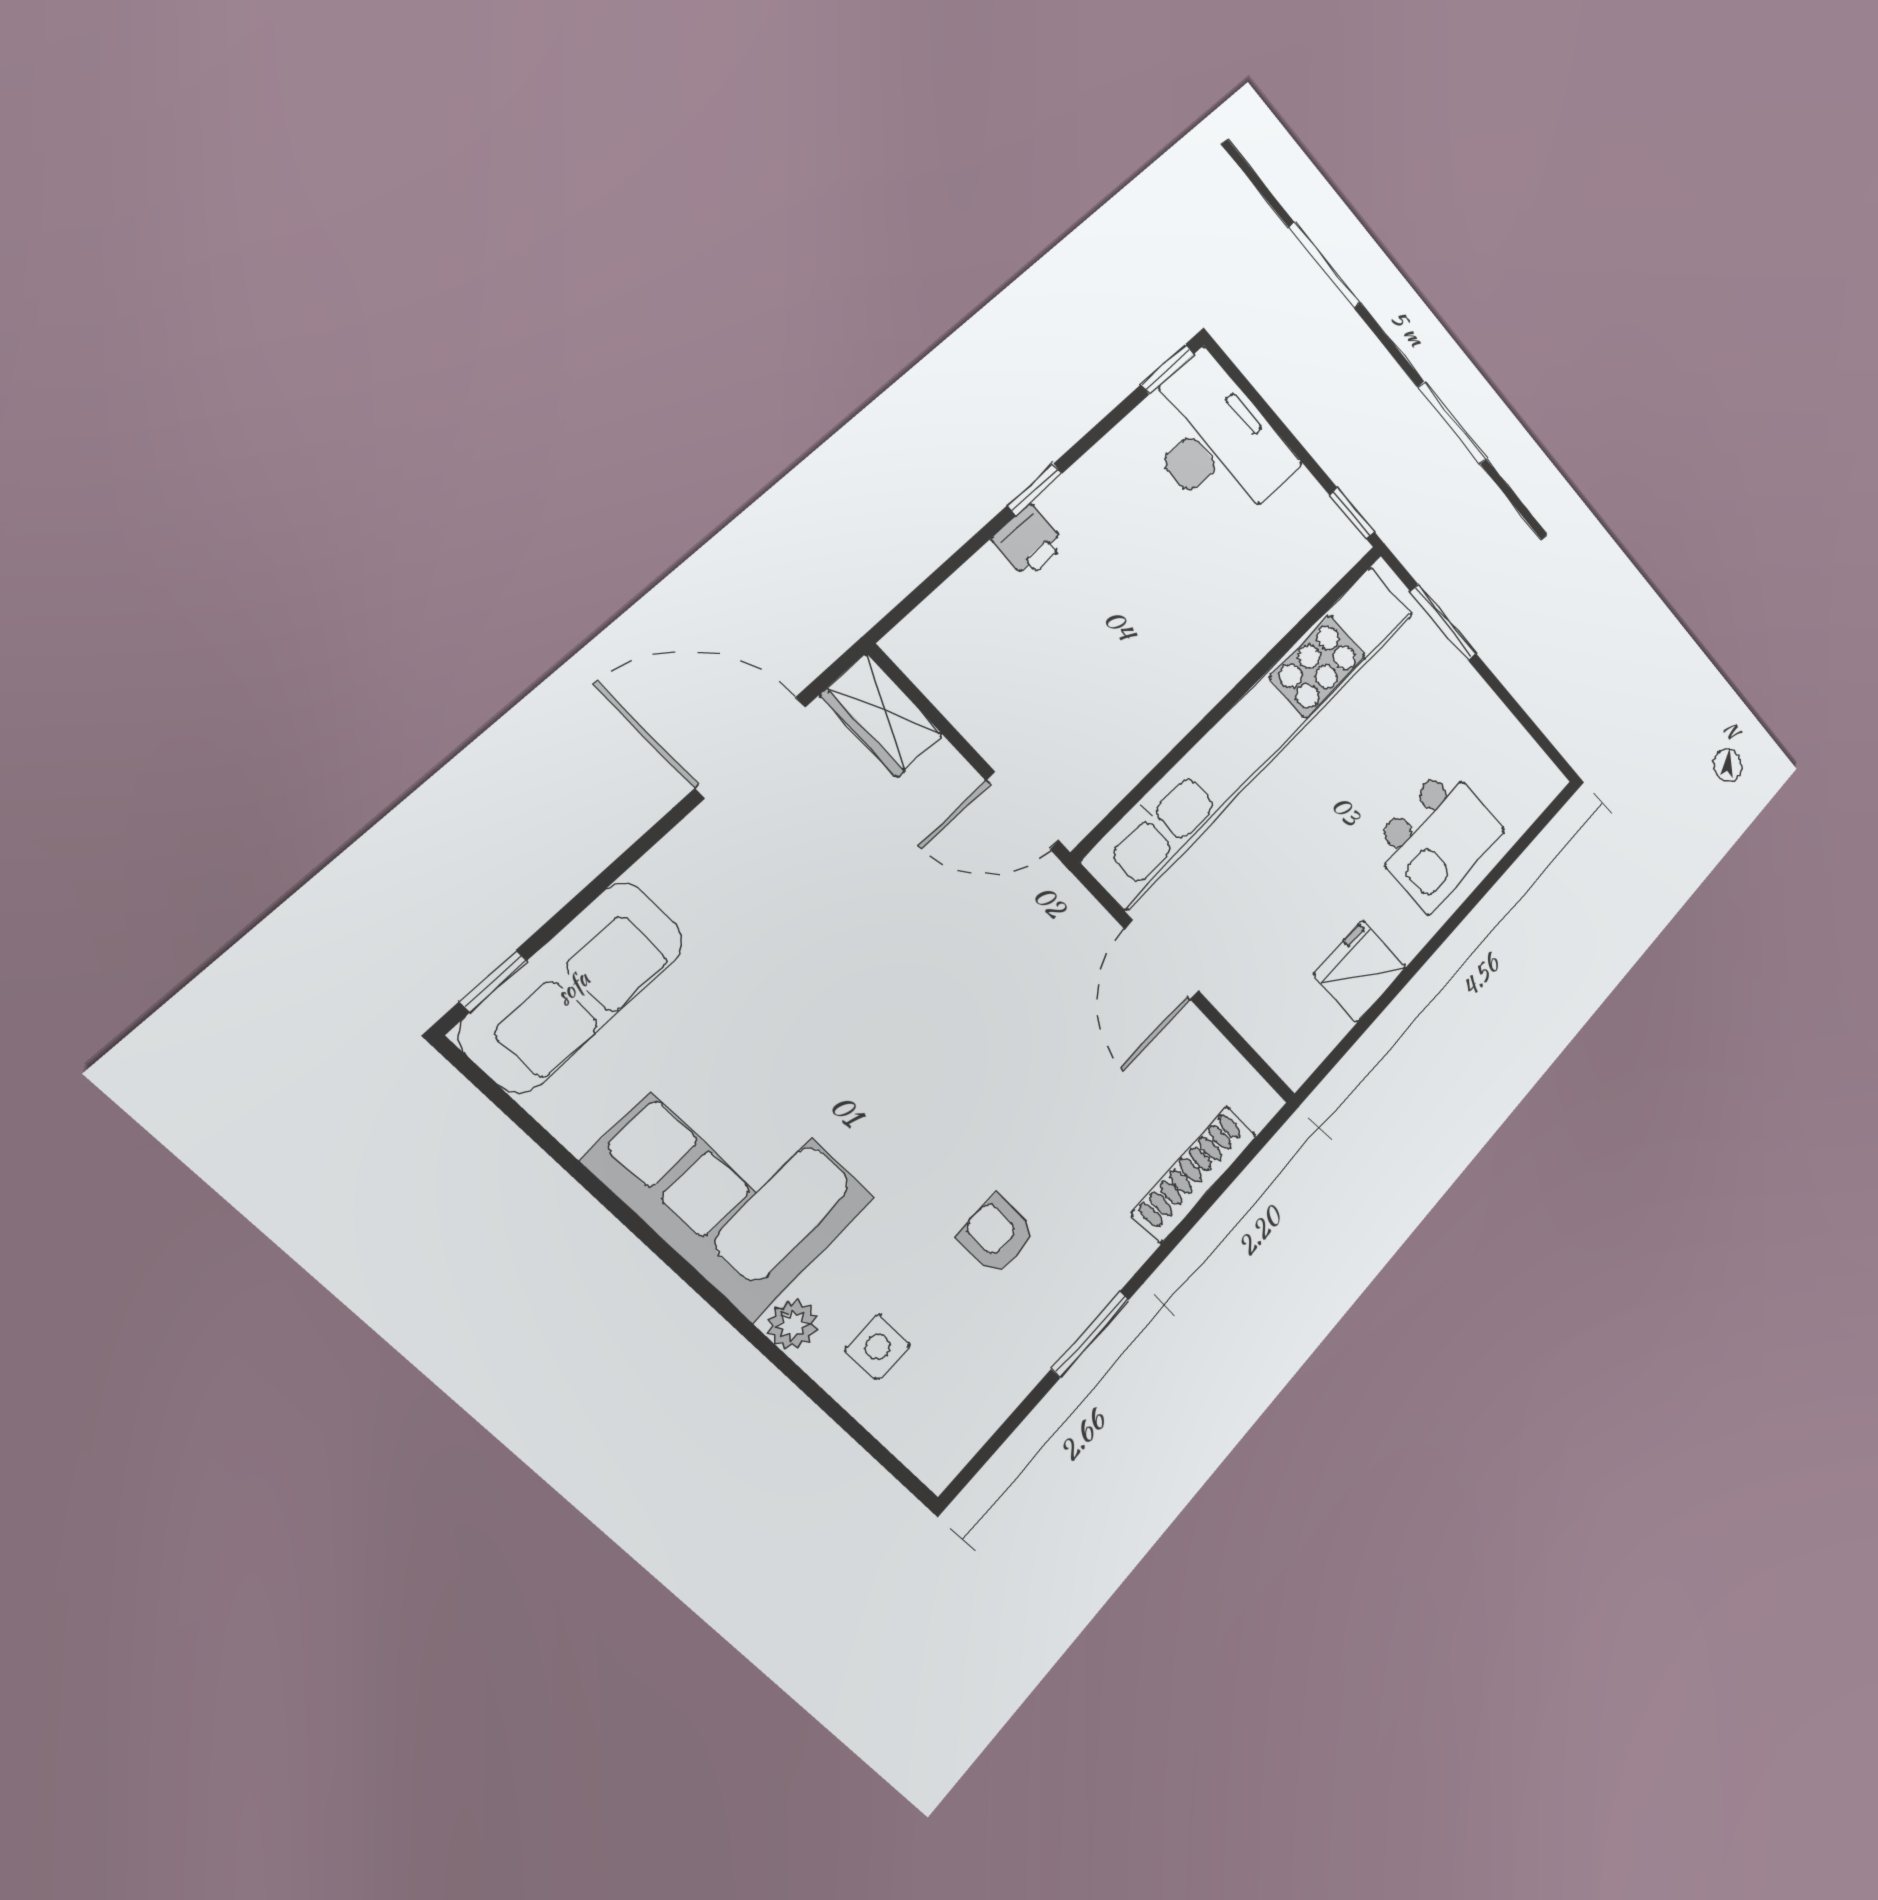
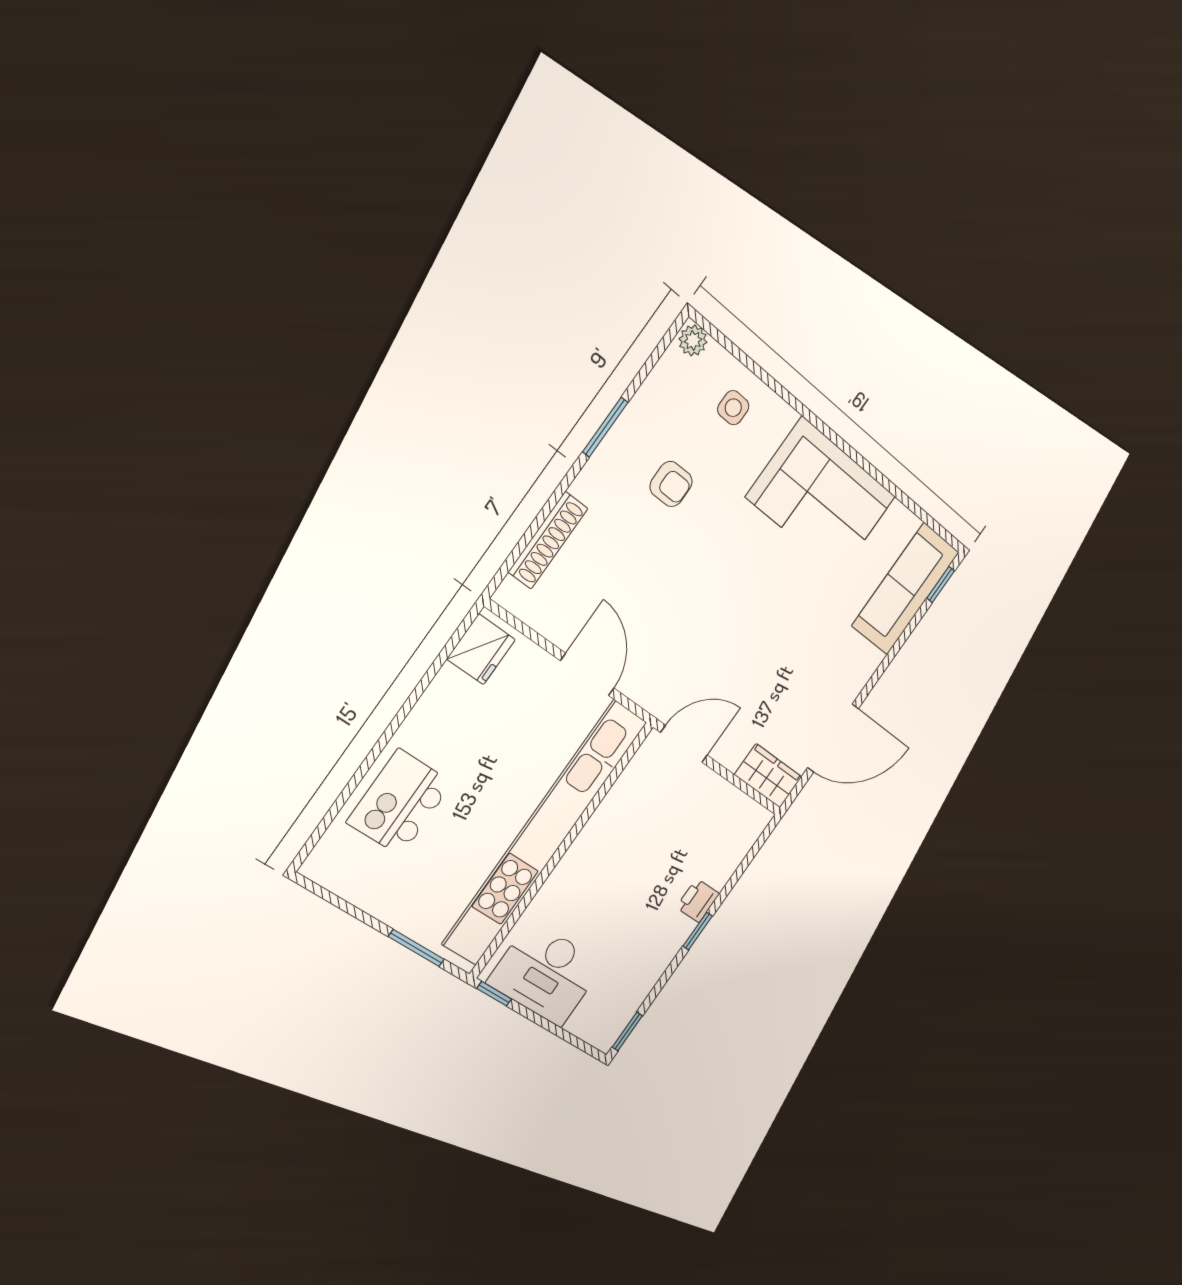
desk: (1215, 441) -> (546, 974), moved
fridge: (1360, 971) -> (481, 649), moved
plant: (792, 1325) -> (693, 340), moved

